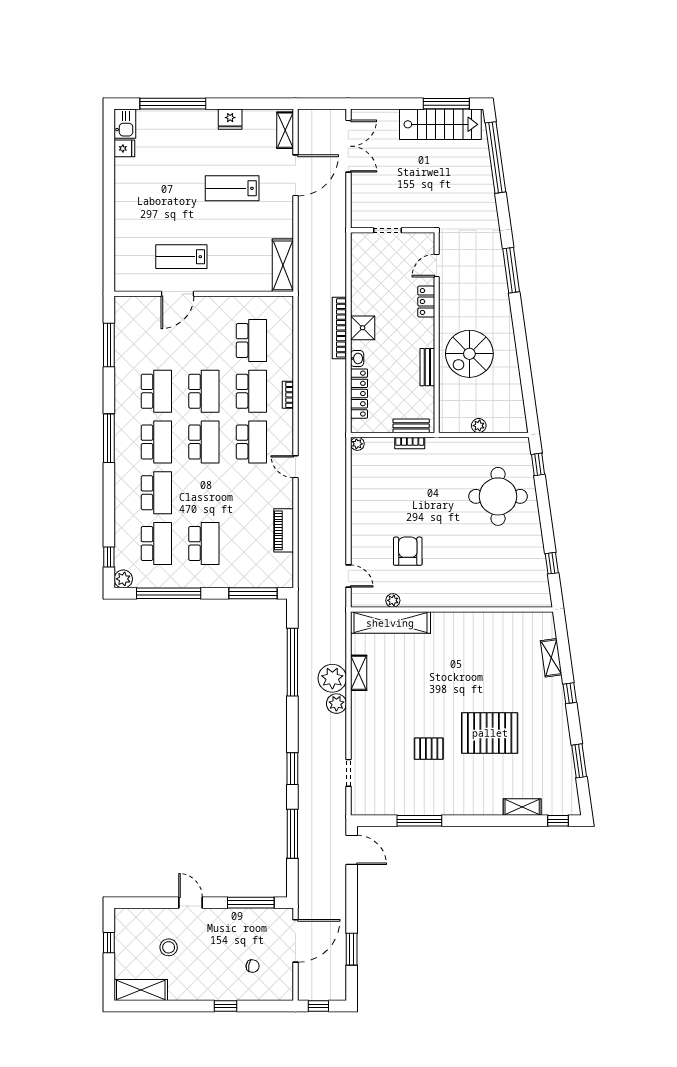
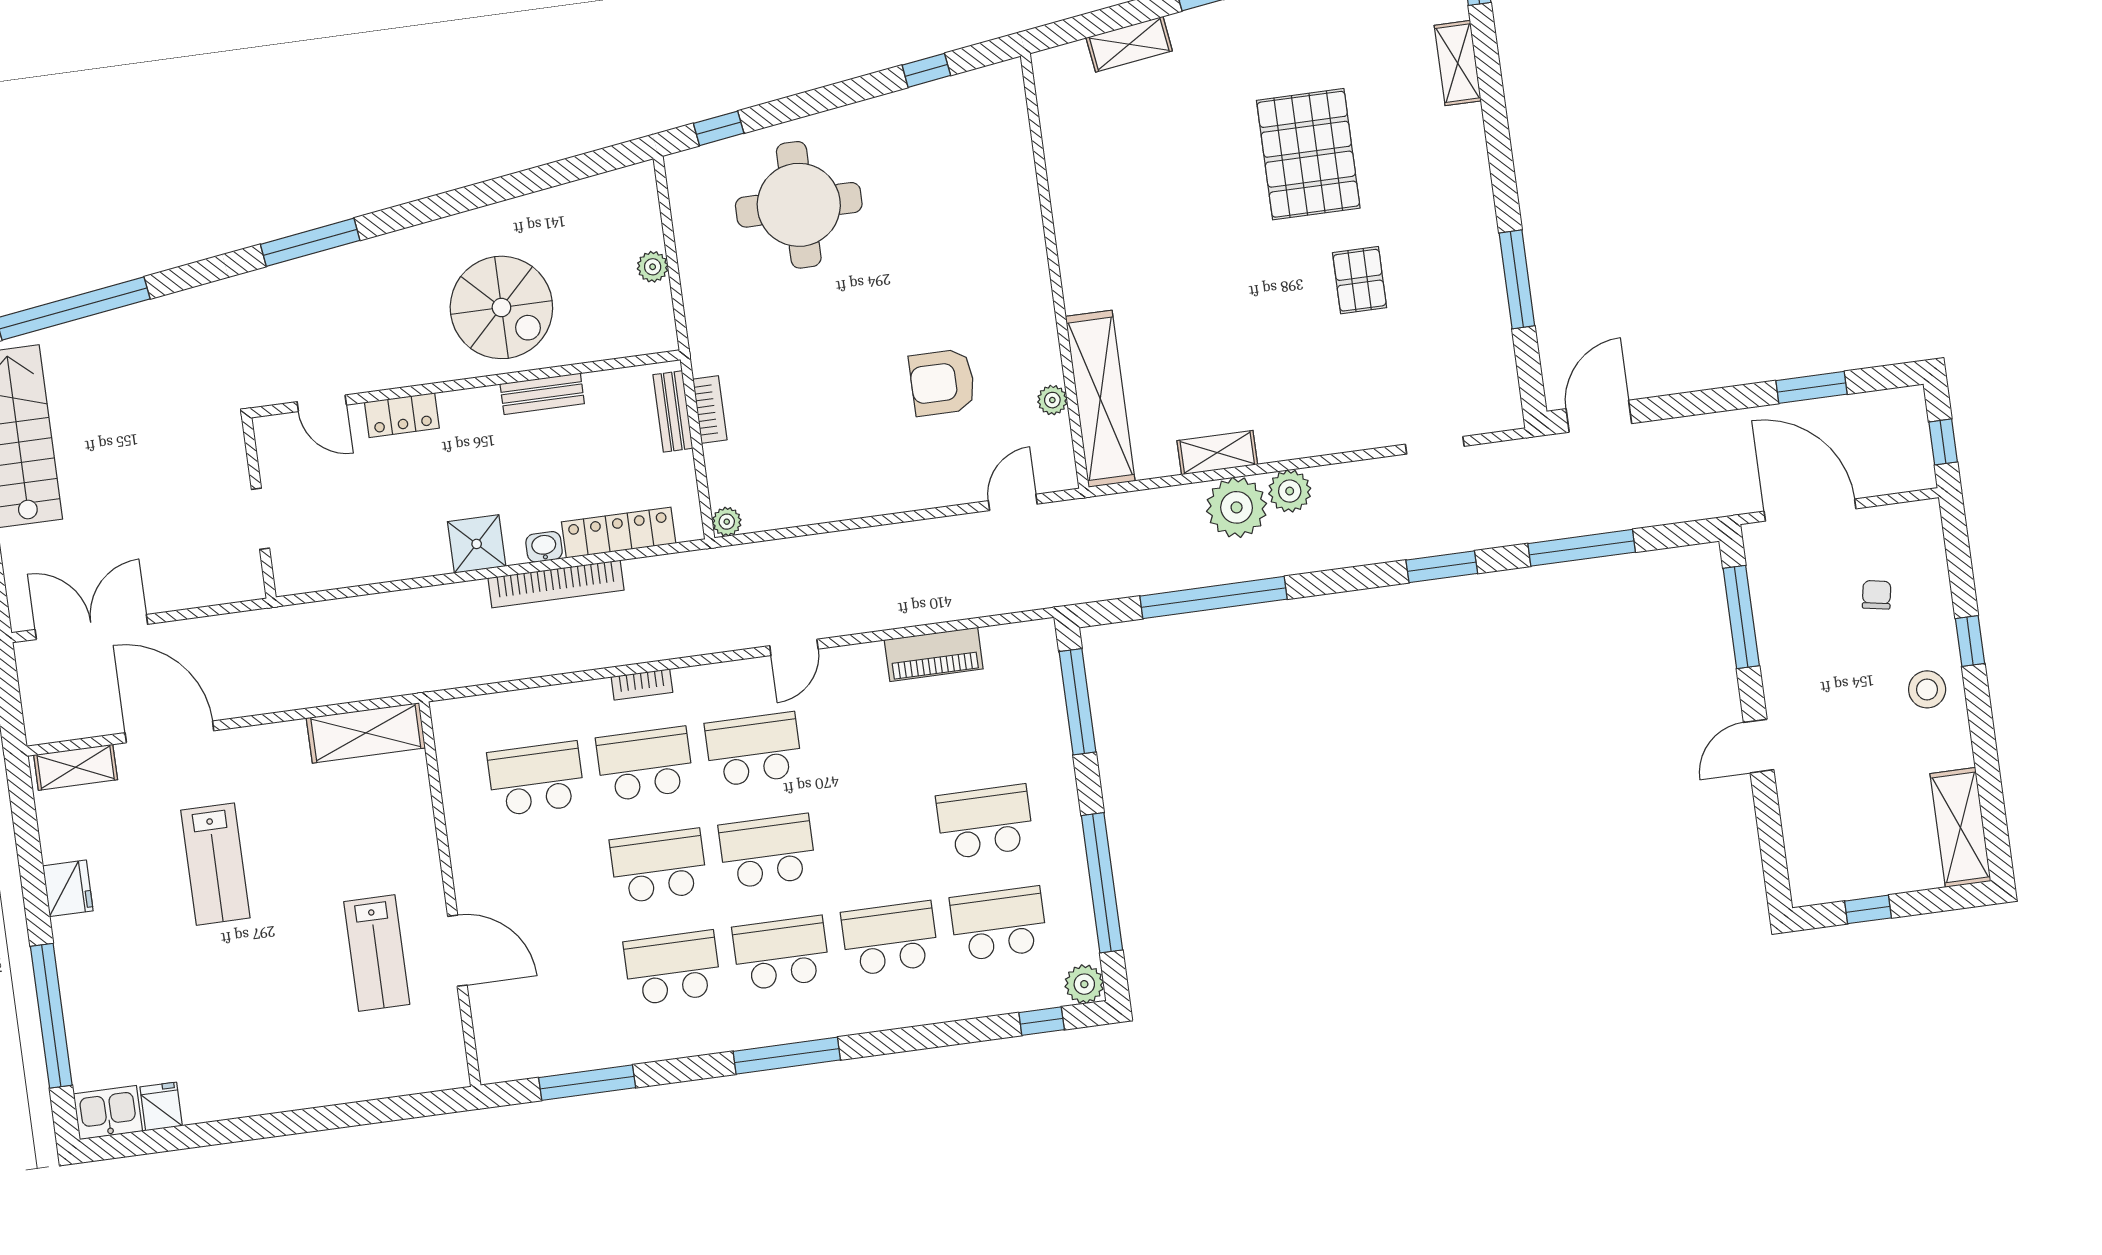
bookcase: (339, 328) -> (556, 584), moved
stool: (169, 947) -> (1927, 689), moved

